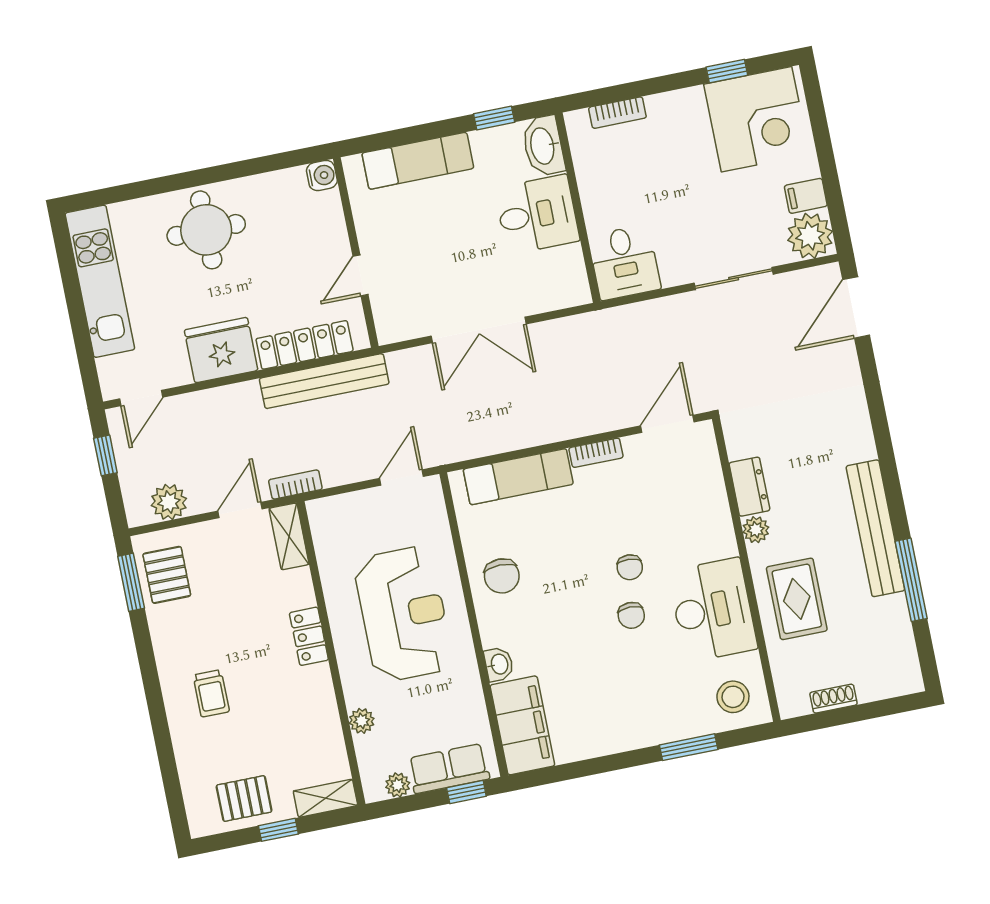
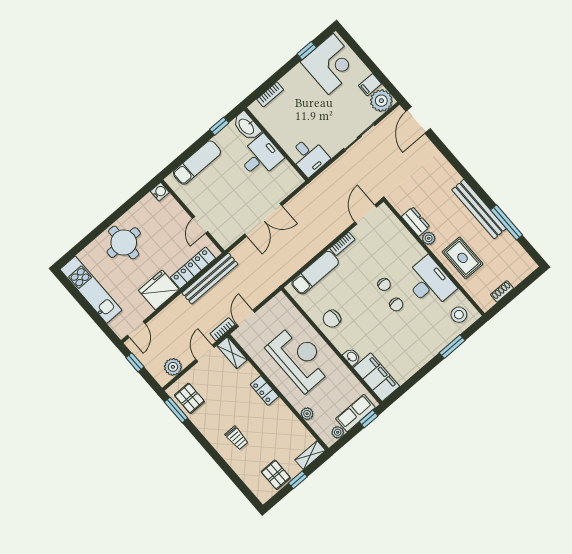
door: (401, 477) -> (246, 318), moved
chair: (502, 576) -> (332, 319), turned 90
pallet: (244, 799) -> (276, 475), turned 90

